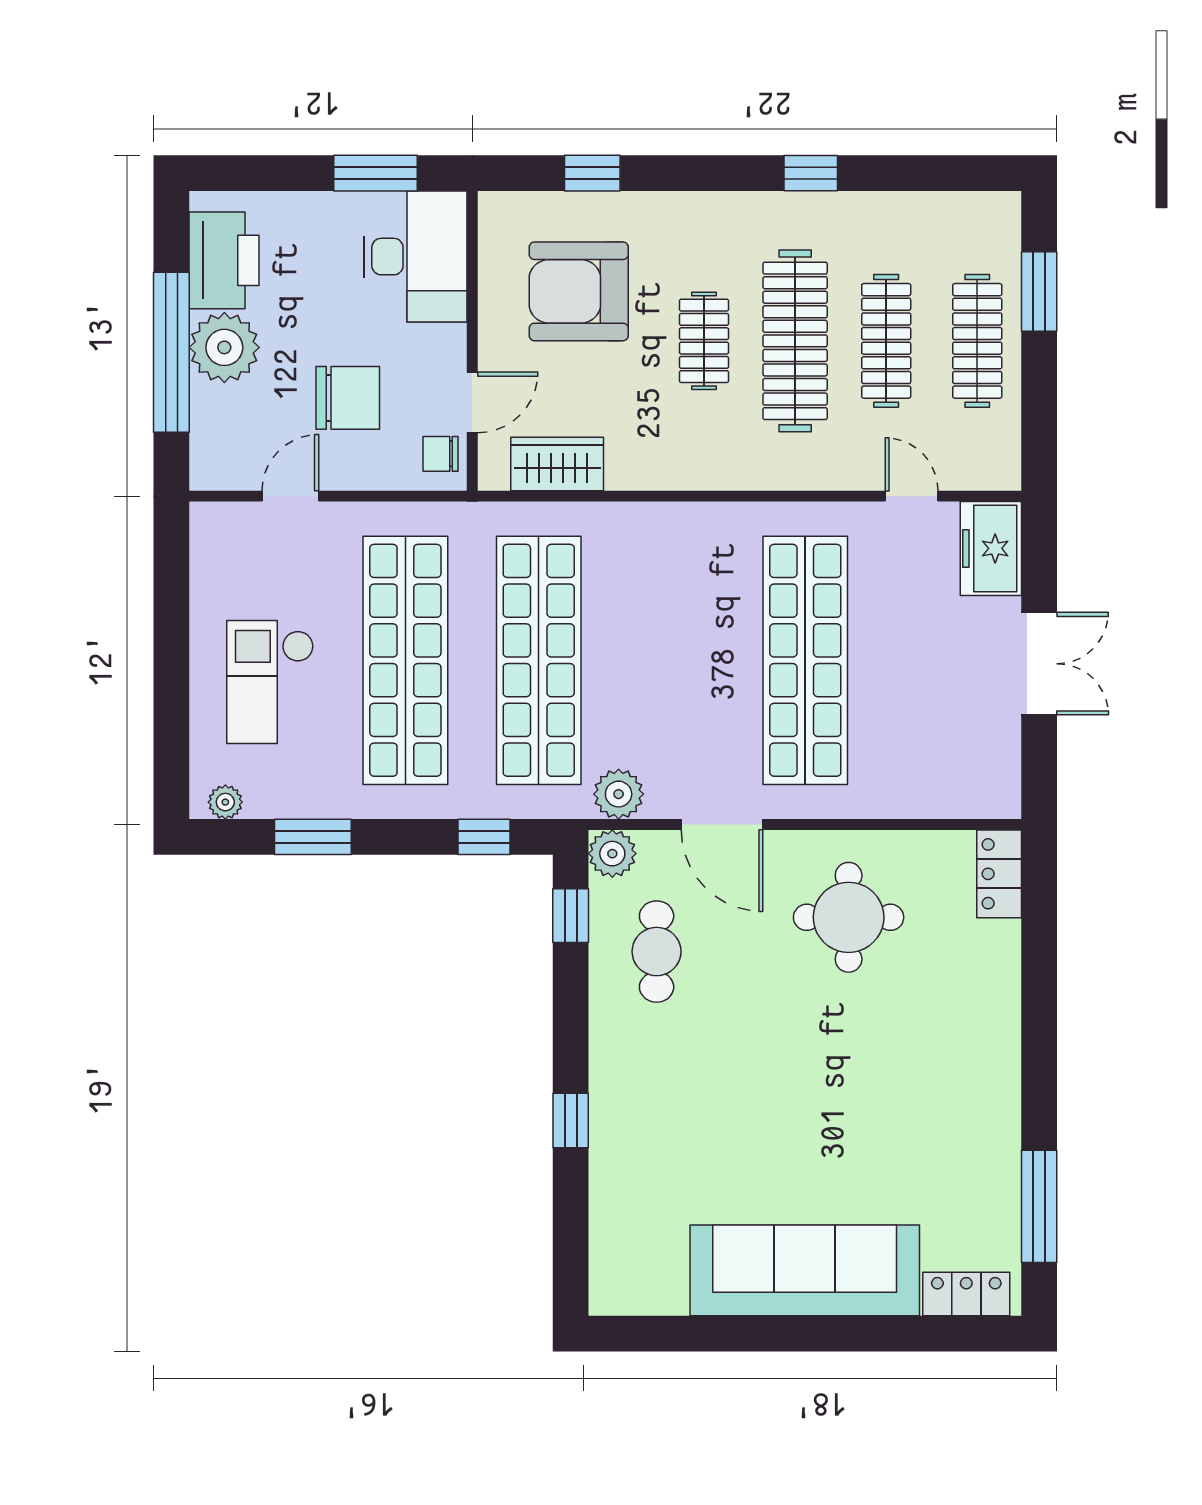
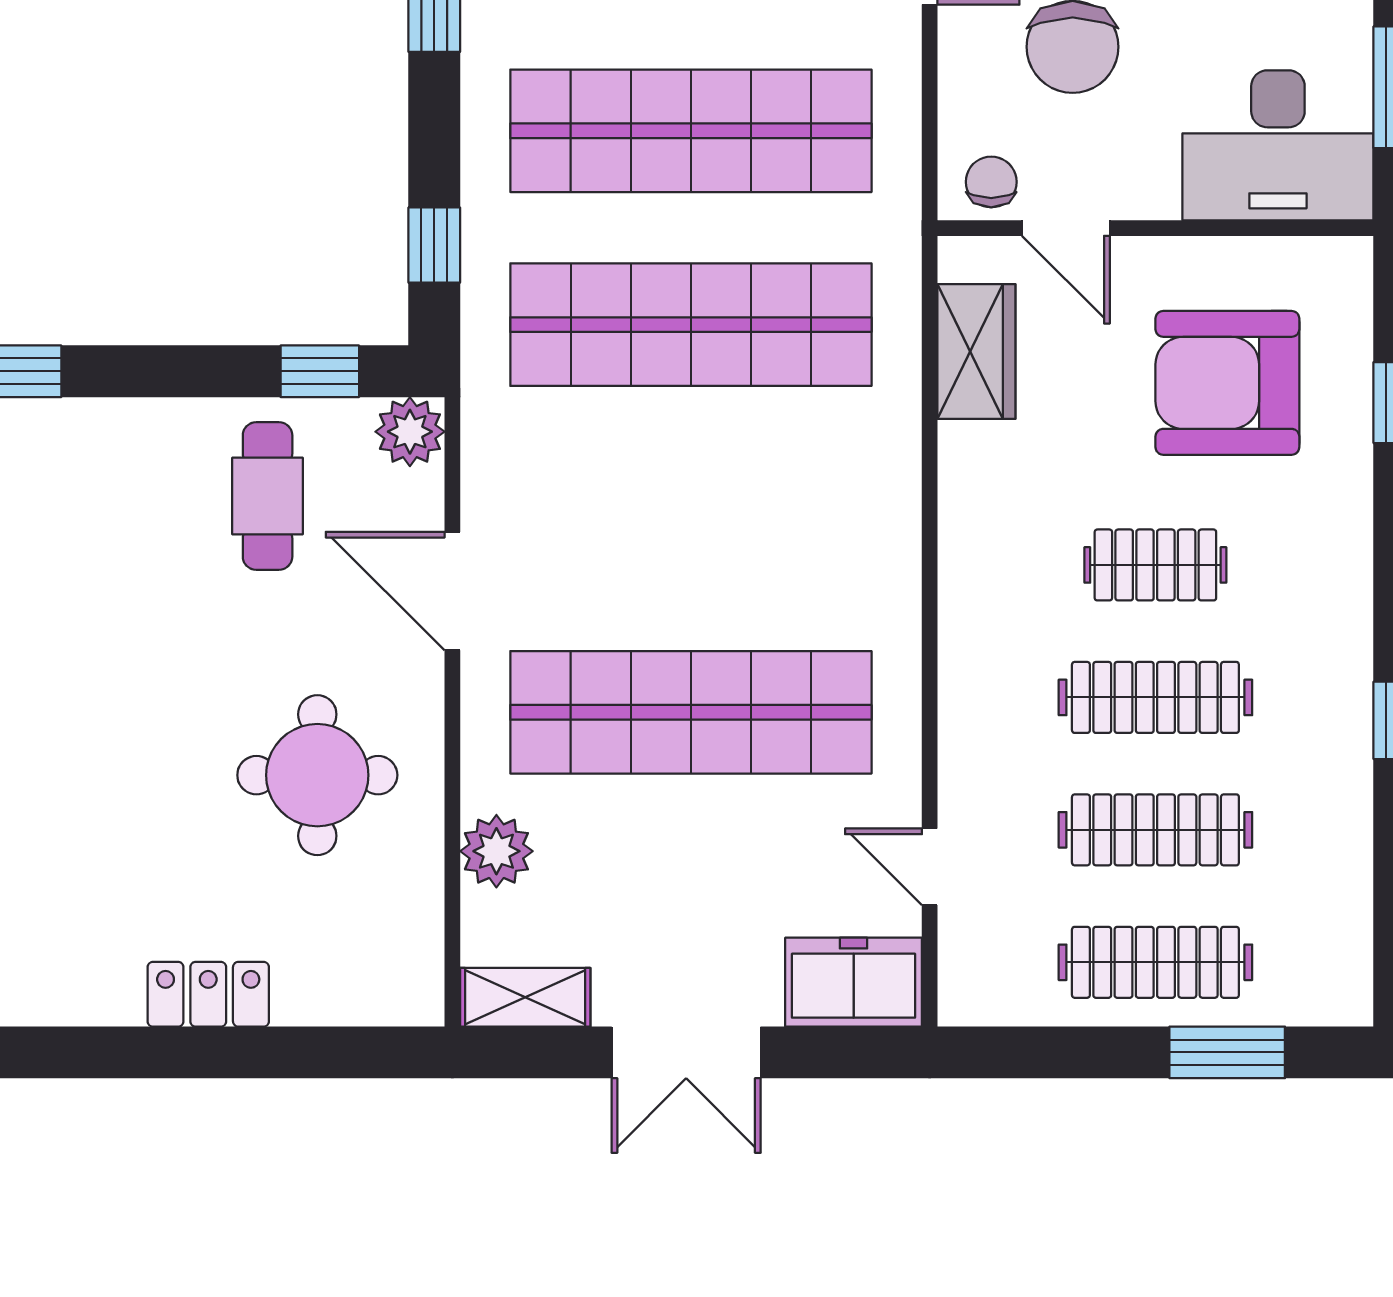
armchair: (579, 291) -> (1227, 383), turned -90
clothes rail: (795, 341) -> (1155, 697), width x0.73, depth x0.76
door: (912, 496) -> (930, 867), swing flipped
shelving: (1001, 774) -> (525, 997), added
plant: (619, 794) -> (496, 851), moved
door: (722, 824) -> (452, 591), hinge flipped
locker: (999, 874) -> (208, 994), moved
cafe table: (657, 952) -> (268, 496), turned 90

